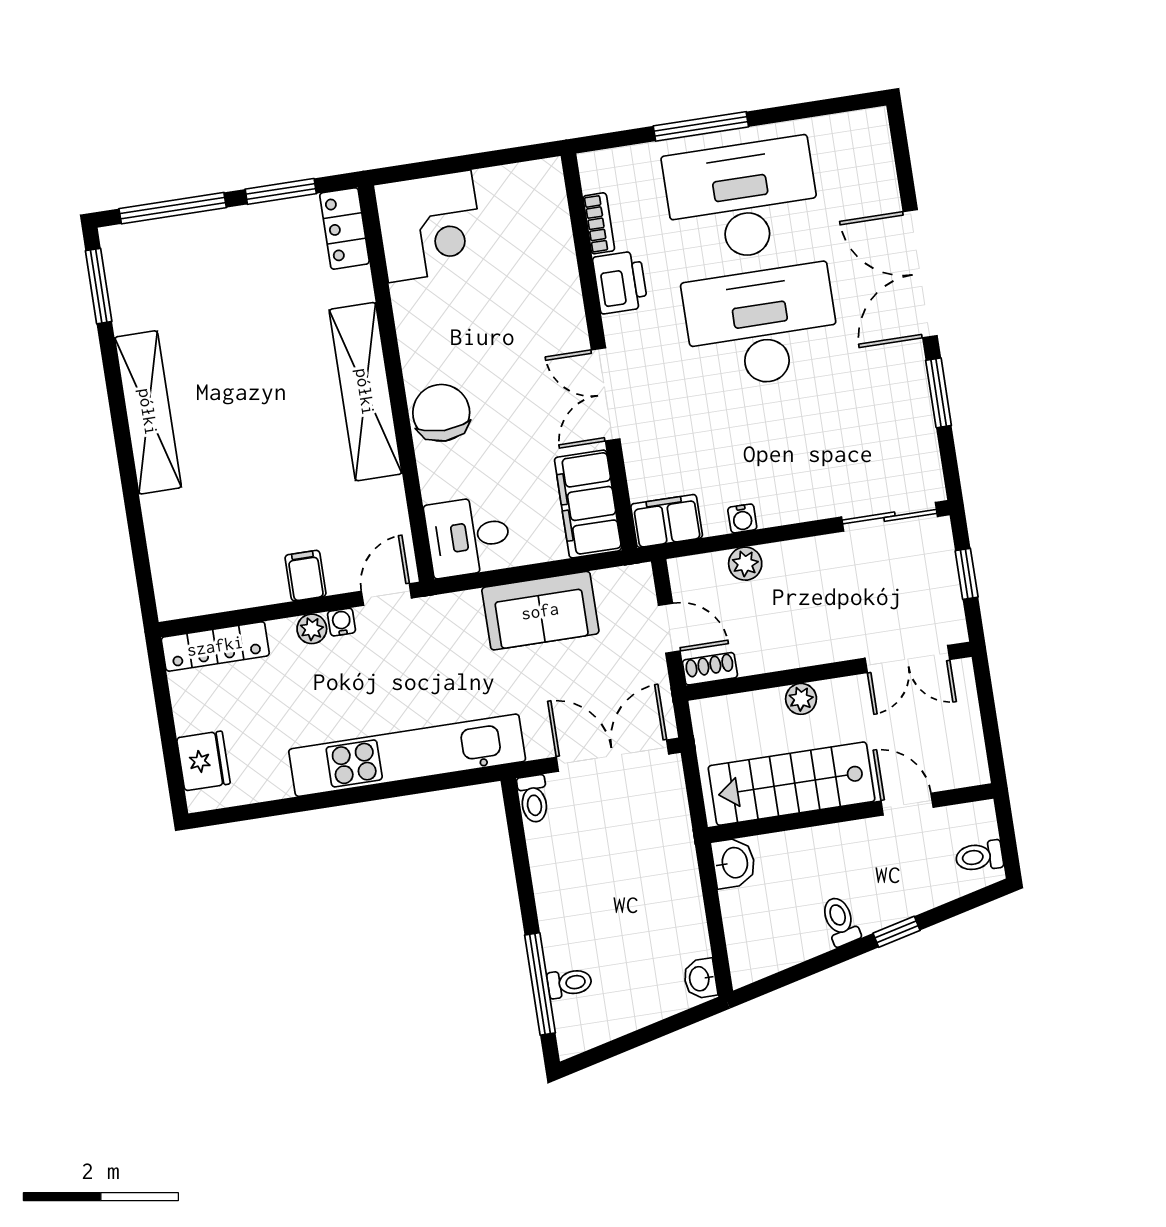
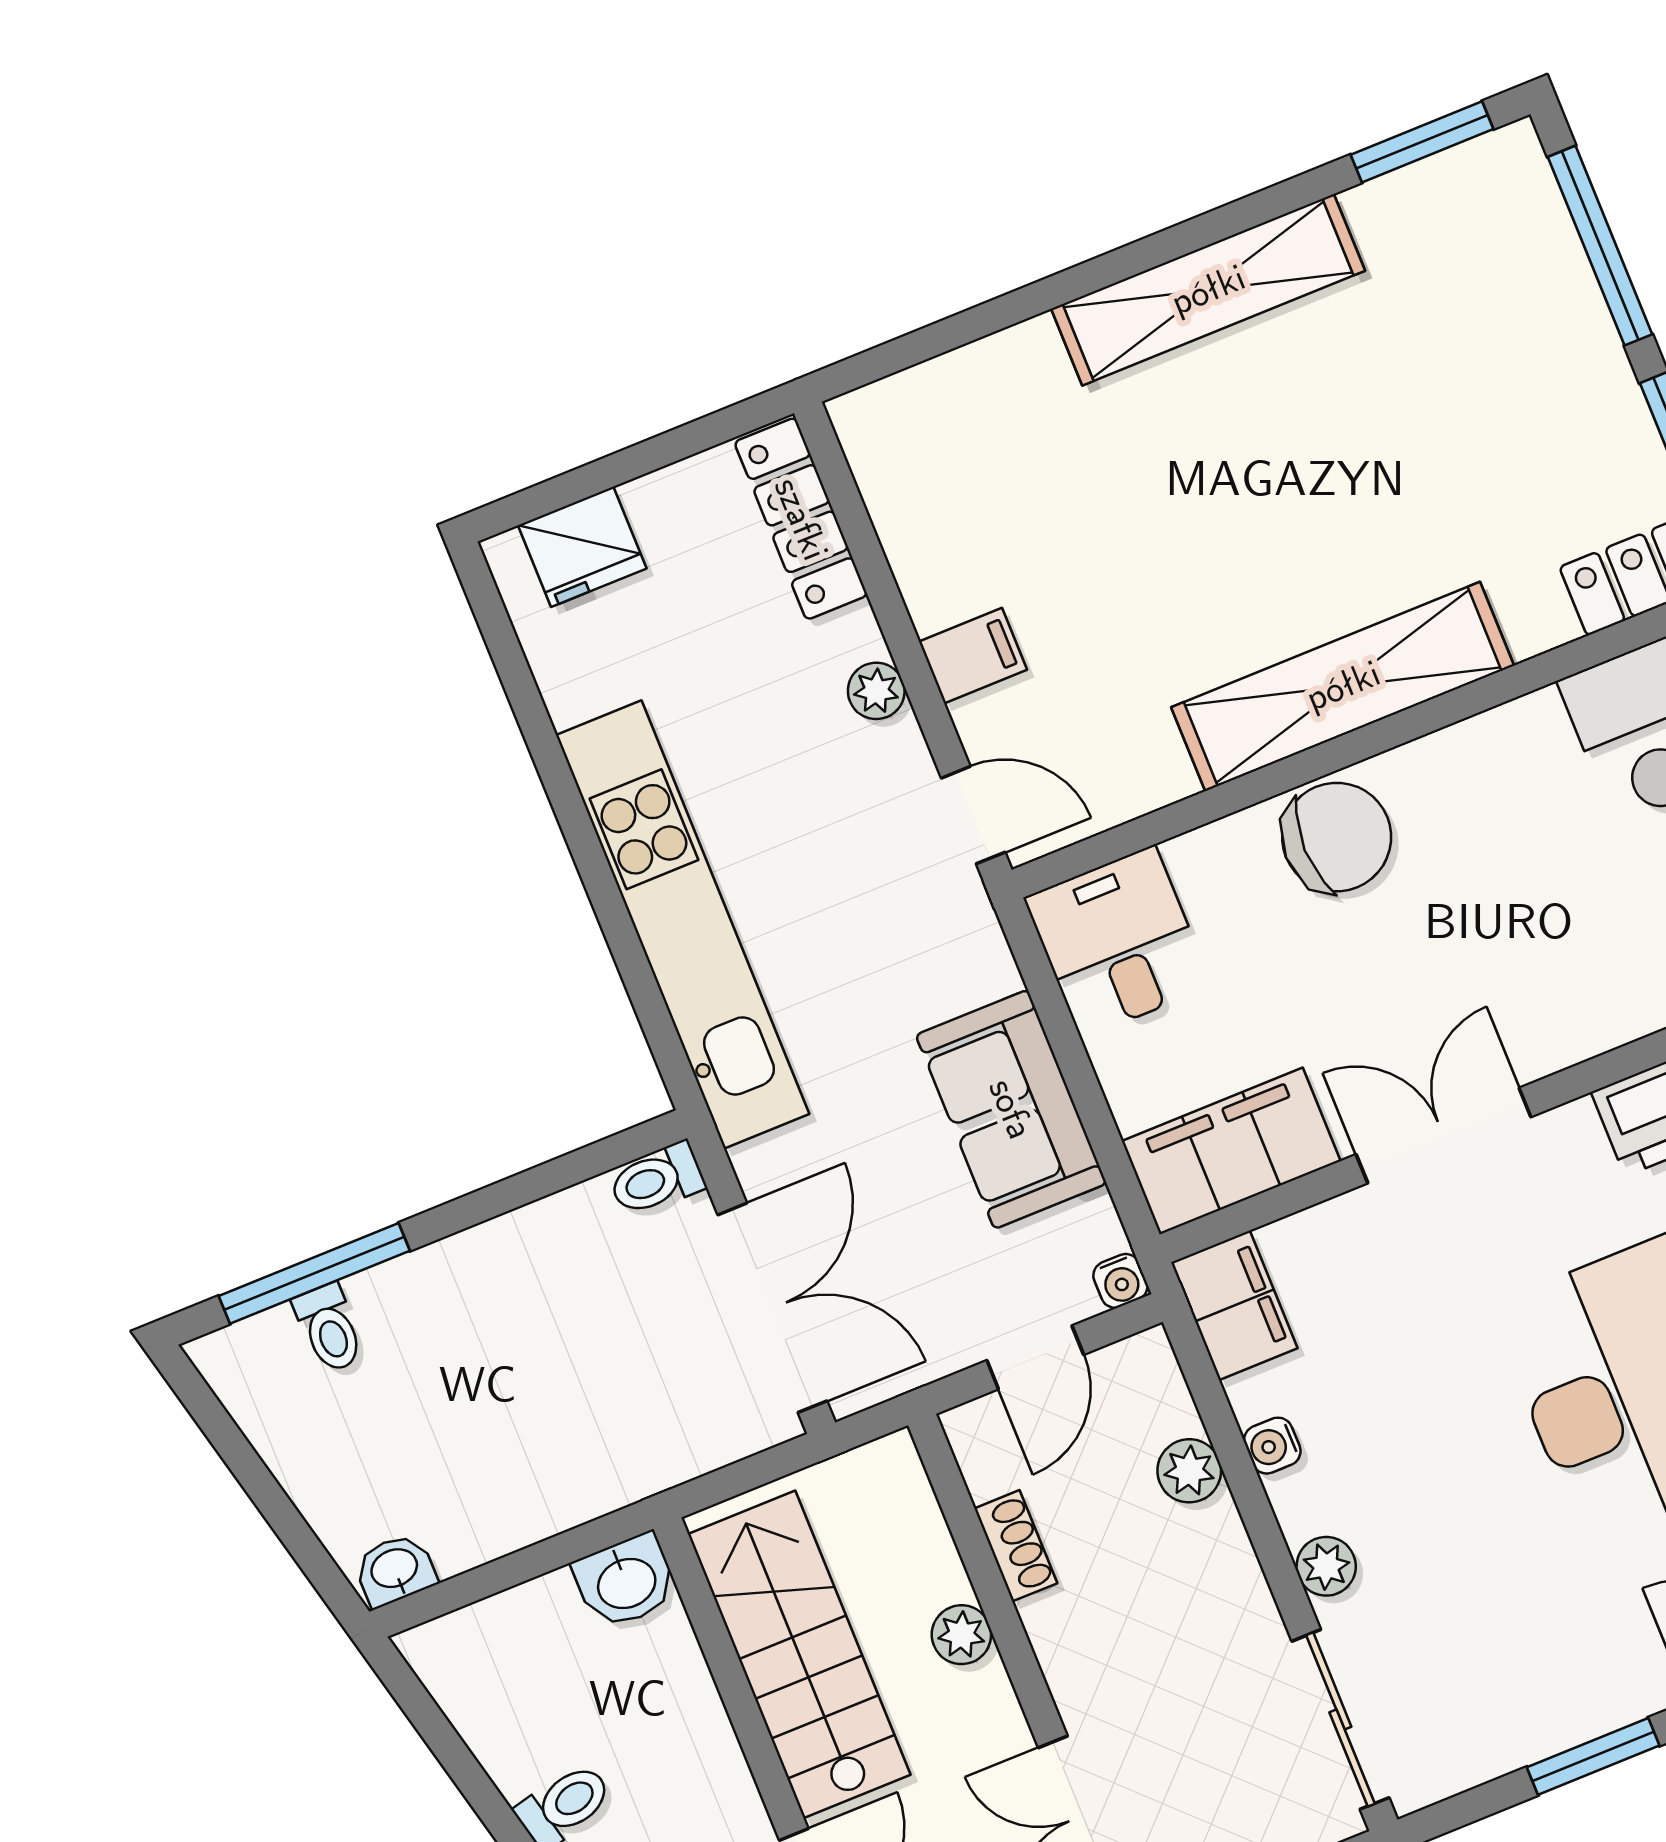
plant: (810, 506) -> (1326, 1566), added
water cooler: (342, 622) -> (1120, 1281), moved, turned 90
shoe rack: (710, 669) -> (1016, 1546), moved

